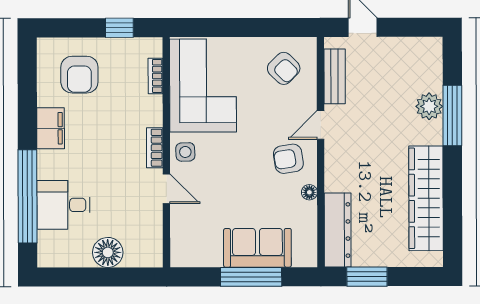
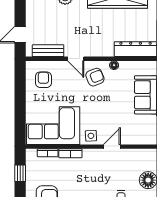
armchair: (284, 68) -> (43, 80), turned -45
bookcase: (155, 148) -> (70, 153), moved
armchair: (288, 159) -> (95, 77), turned -103

